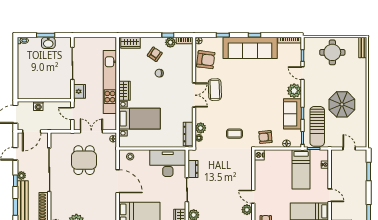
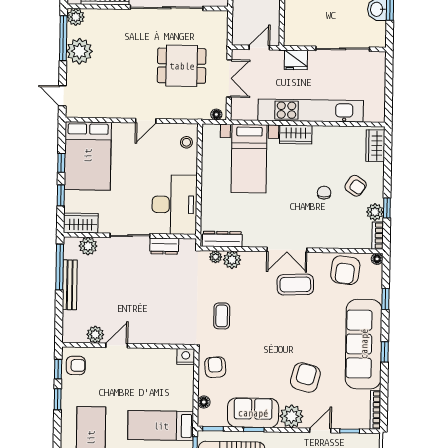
armchair: (271, 83) -> (305, 377), added
door: (118, 181) -> (146, 121), width x0.53

